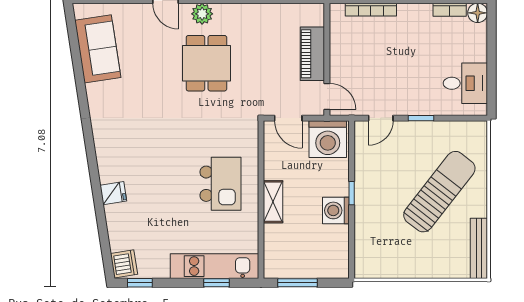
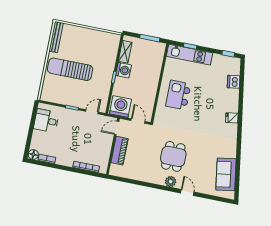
door: (327, 96) -> (117, 128), hinge flipped
sun lounger: (439, 192) -> (70, 69), turned 52
fridge: (113, 193) -> (232, 118), moved
shelving: (273, 202) -> (125, 52), moved
dishwasher: (124, 264) -> (234, 82), moved

